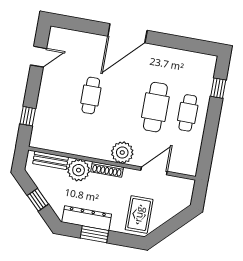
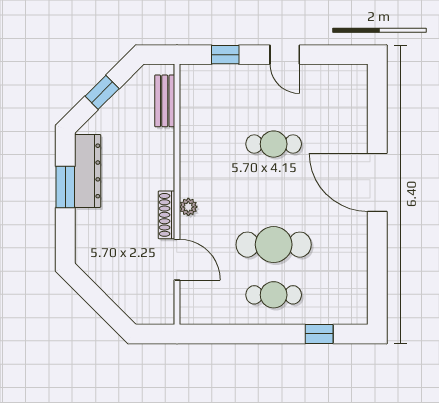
door: (39, 57) -> (285, 55), moved
plant: (122, 152) -> (188, 207), width x0.53, depth x0.53
shoe rack: (107, 169) -> (167, 215), moved
plant: (79, 170) -> (158, 146), removed
rug: (139, 214) -> (107, 249), removed

